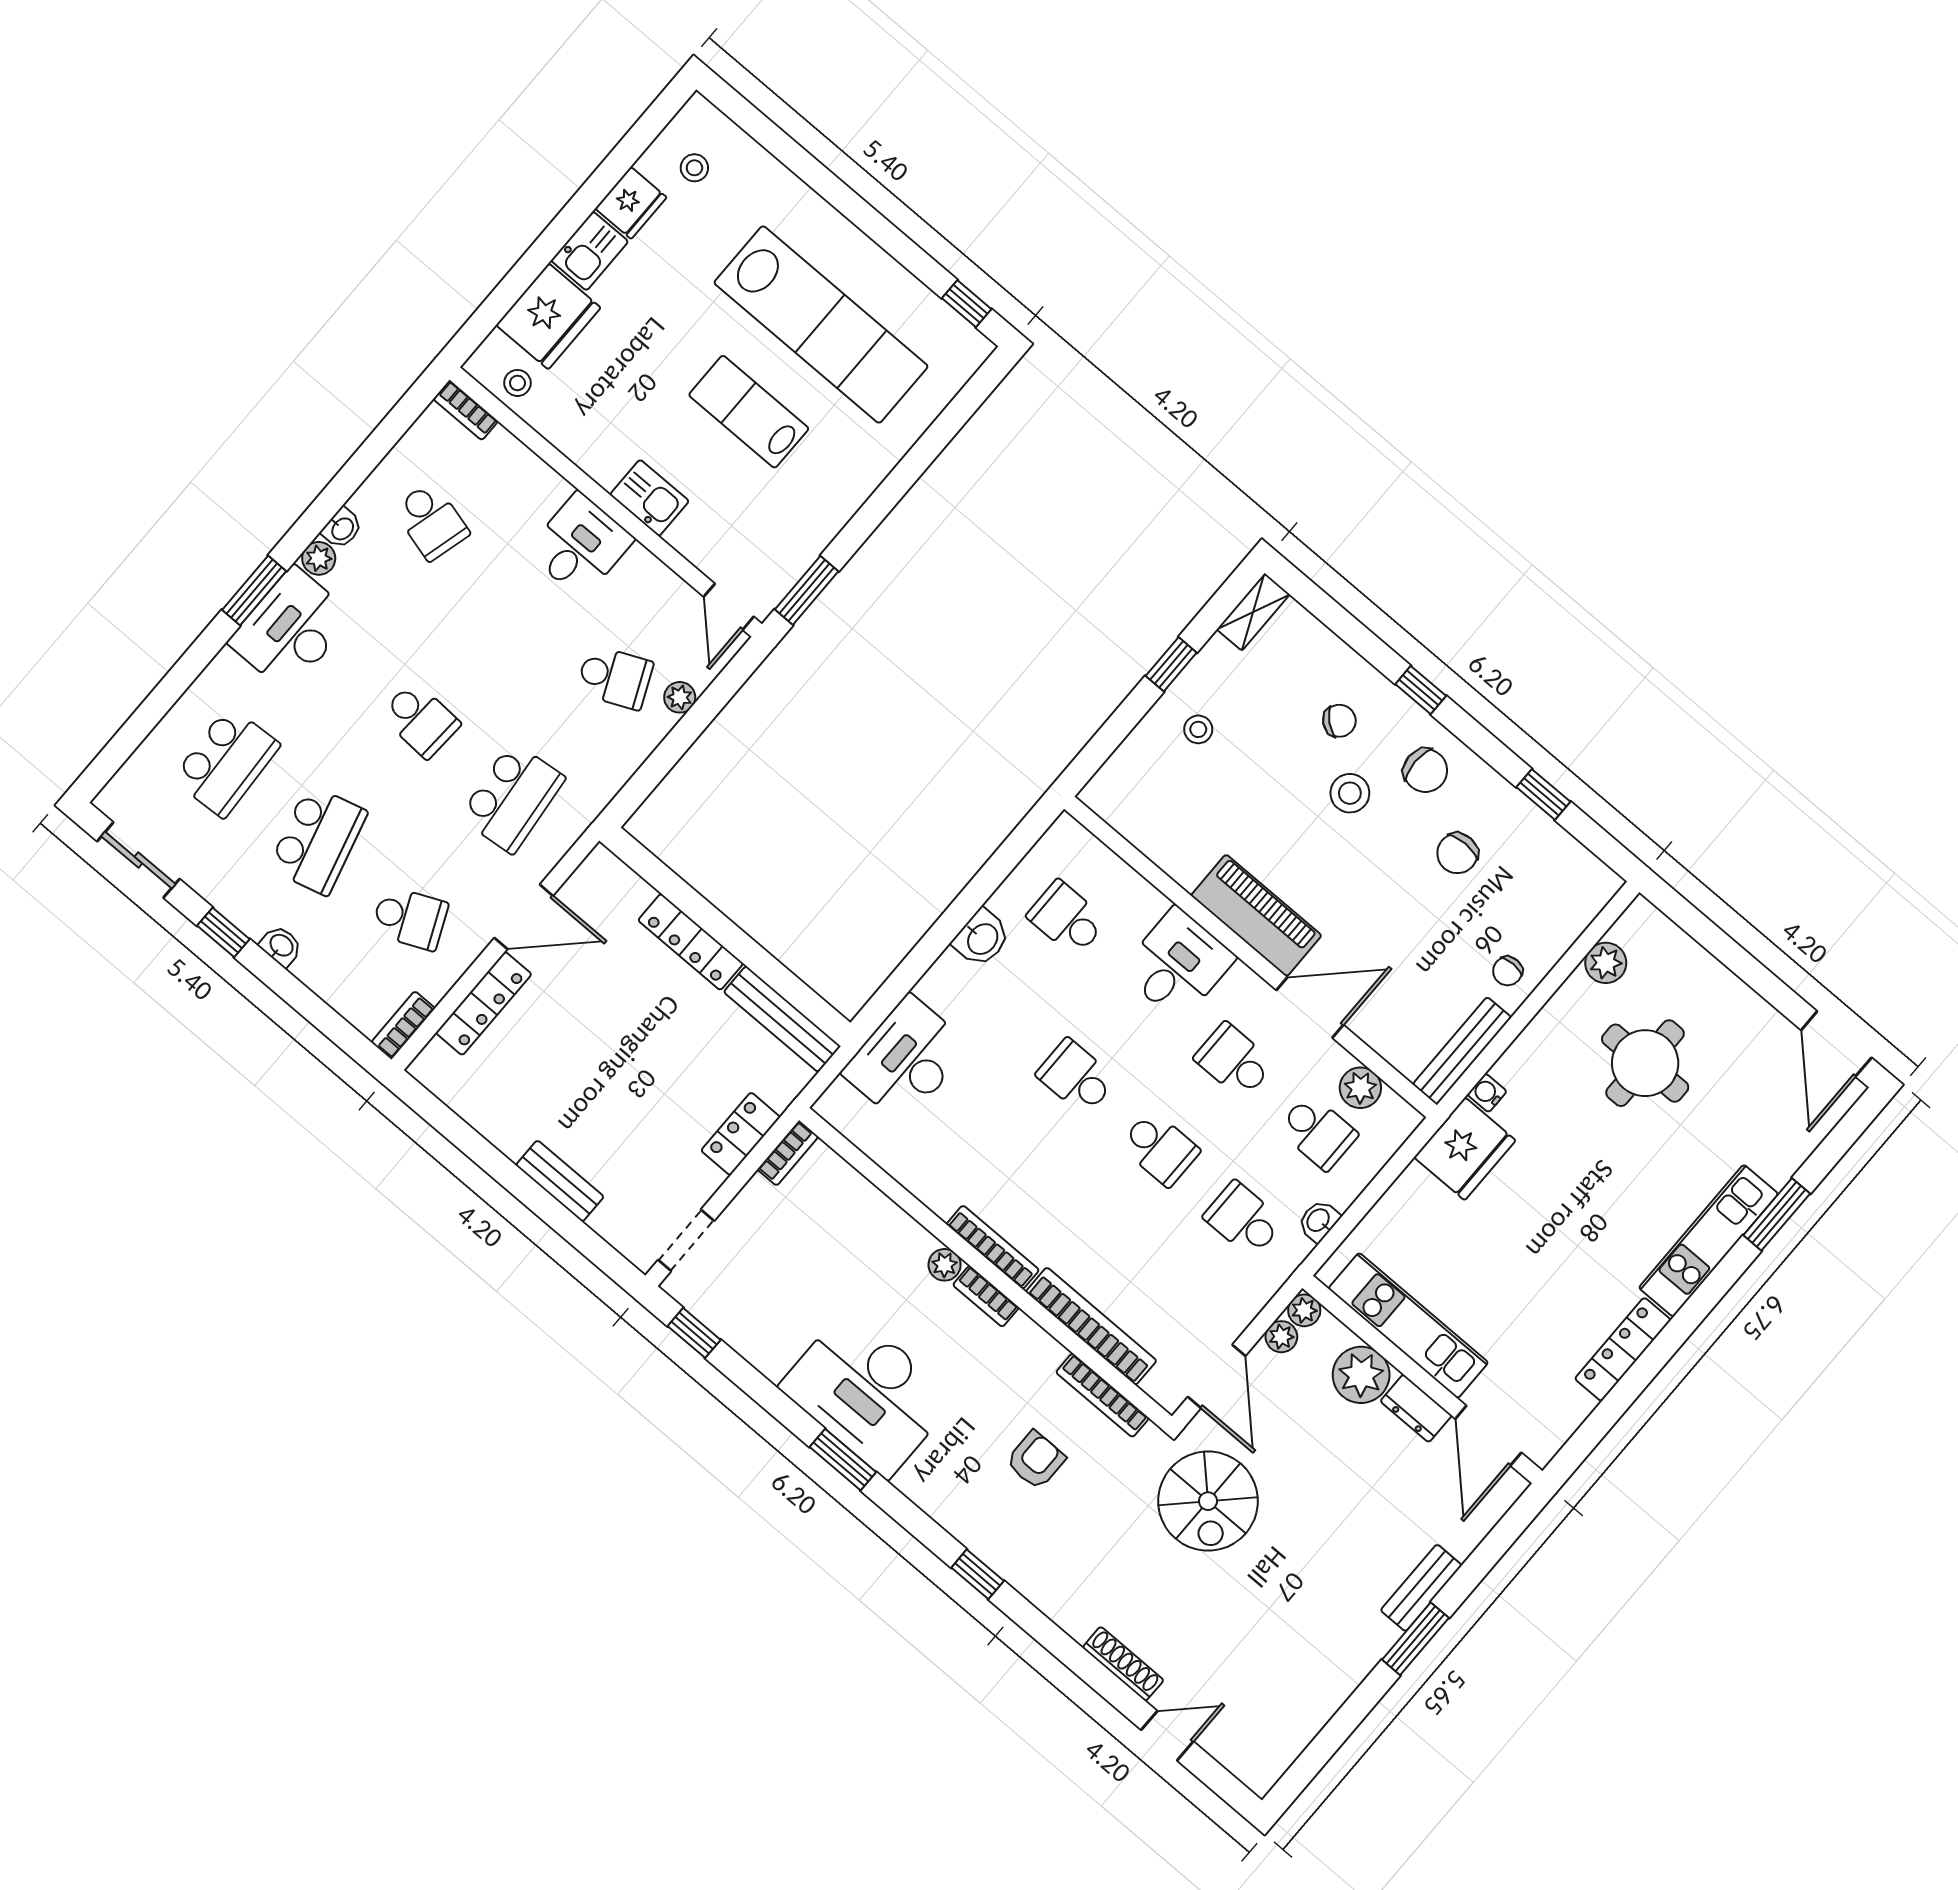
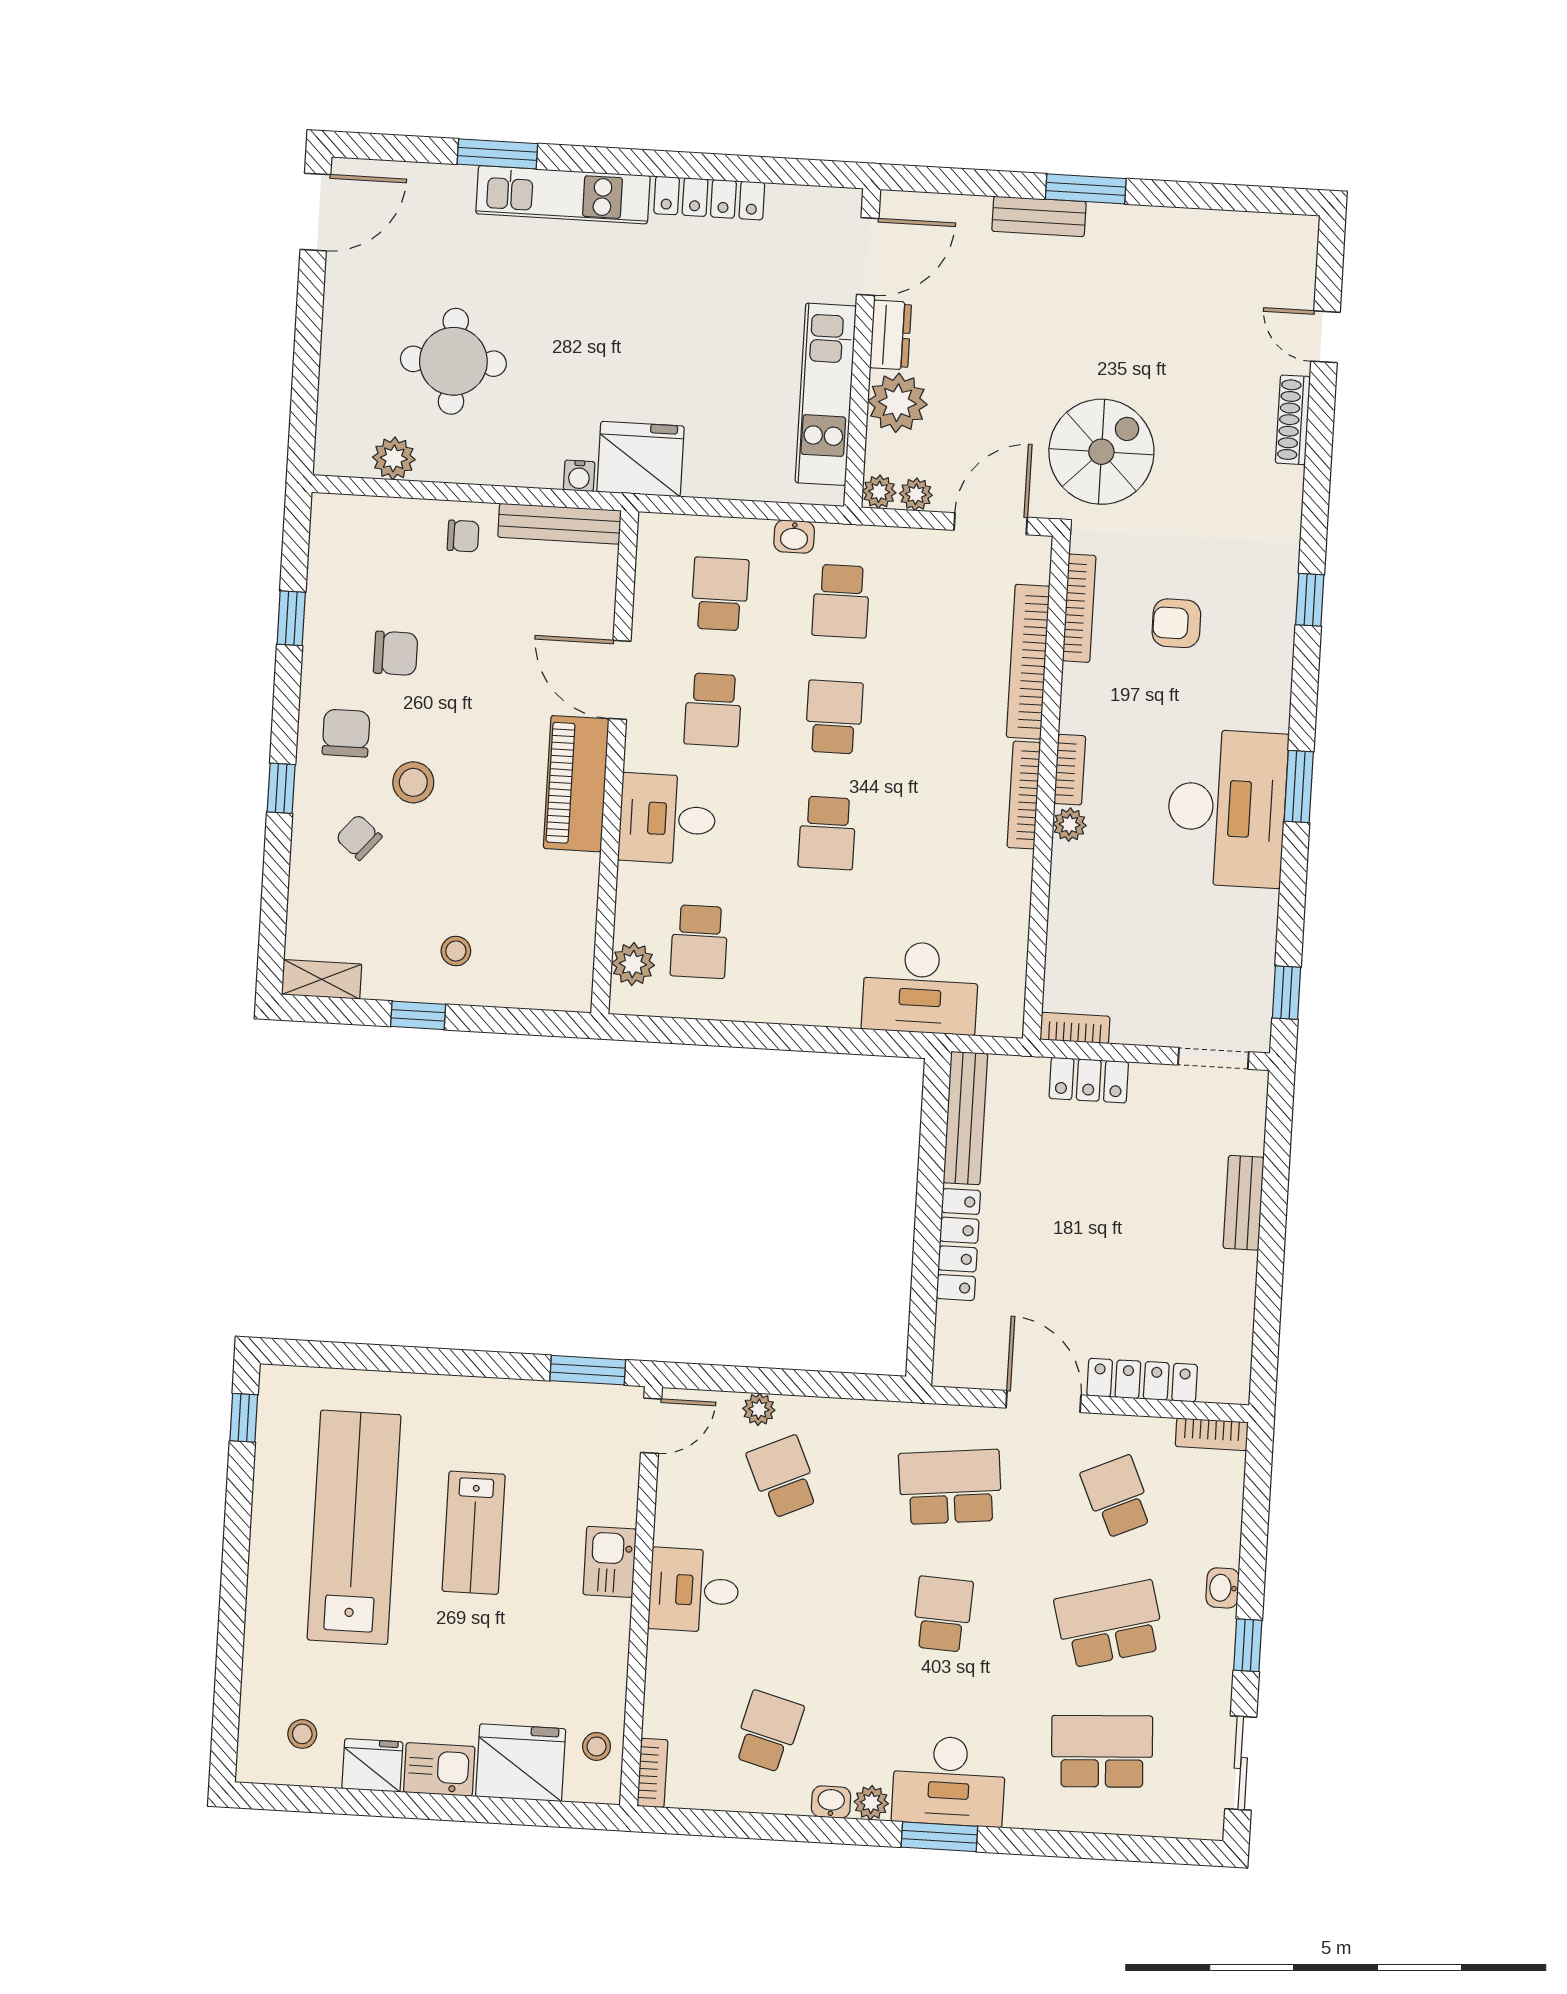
washbasin: (982, 938) -> (770, 1001), removed
plant: (1360, 1088) -> (633, 964), moved

